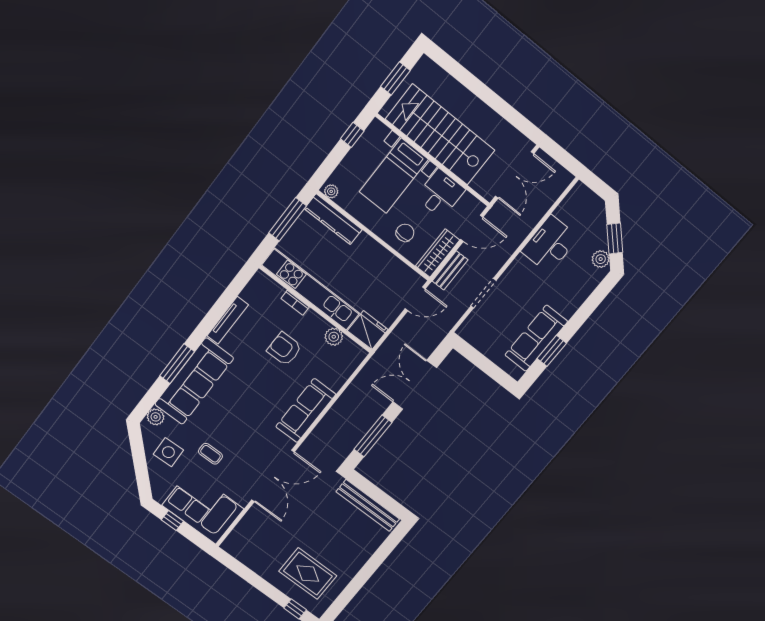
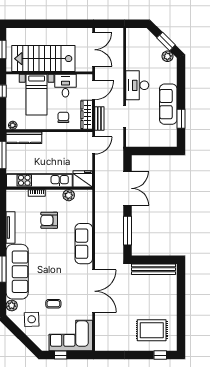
desk: (550, 244) -> (137, 85), moved
sofa: (536, 338) -> (168, 104), moved
double door: (415, 385) -> (127, 188), swing flipped

